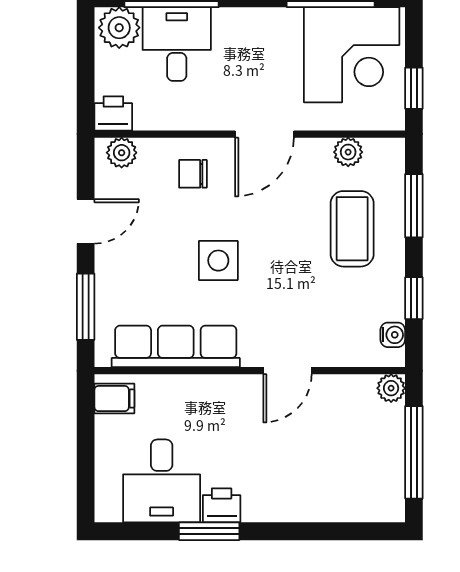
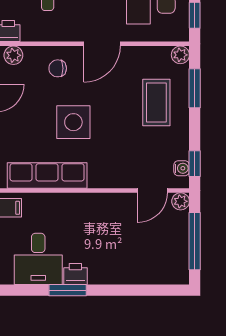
plant: (348, 152) -> (180, 55), moved
side table: (218, 261) -> (73, 122), width x1.37, depth x1.37
window: (414, 298) -> (195, 164), moved
door: (287, 371) -> (152, 190), moved

